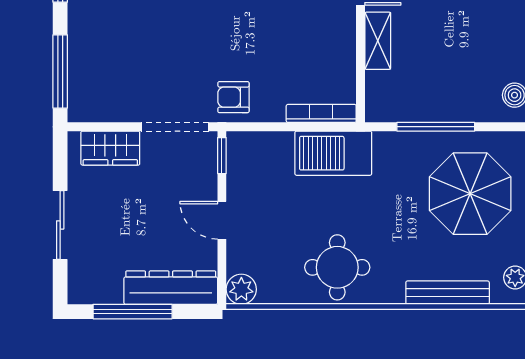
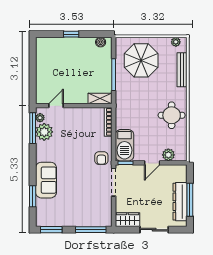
shelving: (378, 41) -> (100, 99), moved
wardrobe: (110, 148) -> (127, 220), moved, turned -90
barbecue: (333, 153) -> (124, 145), moved
dresser: (171, 288) -> (180, 202), moved
plant: (241, 289) -> (168, 155), moved

